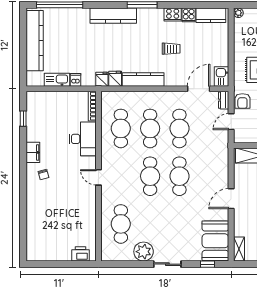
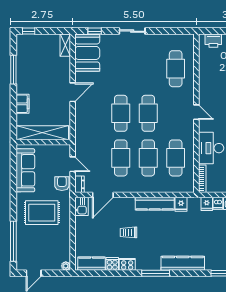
fridge: (102, 79) -> (207, 204), moved
door: (231, 122) -> (73, 164), hinge flipped
plant: (144, 252) -> (154, 43), removed

